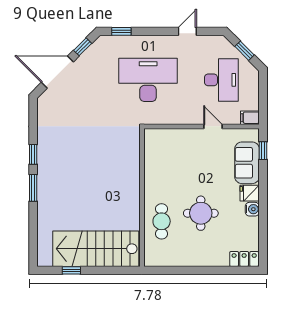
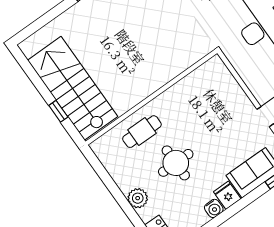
plant: (207, 258) -> (138, 198), added
window: (71, 270) -> (58, 111), moved

